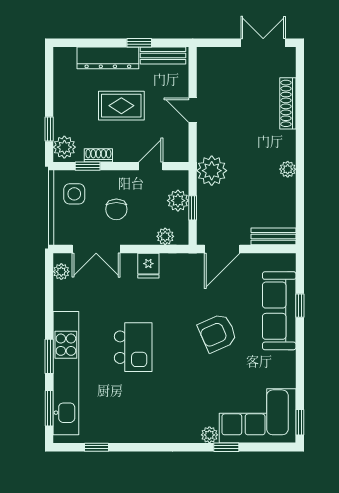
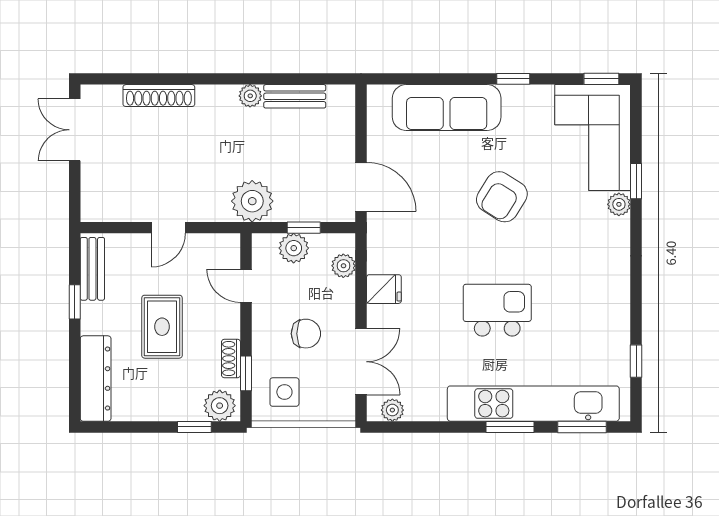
dresser: (108, 58) -> (96, 379), moved
bench: (274, 236) -> (295, 96), moved, turned 90
window: (300, 306) -> (513, 79), moved
armchair: (217, 333) -> (502, 197), moved, turned 56

